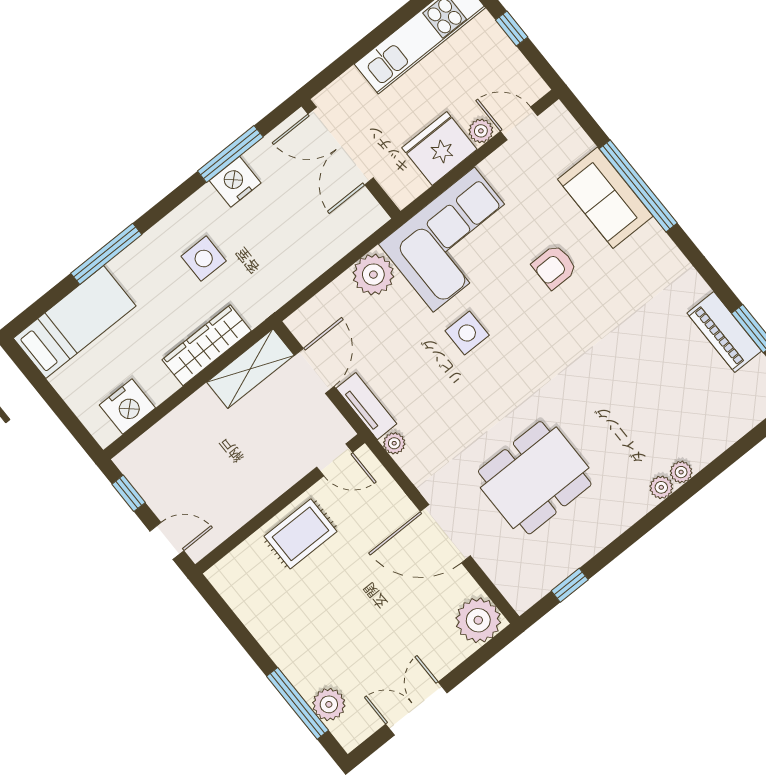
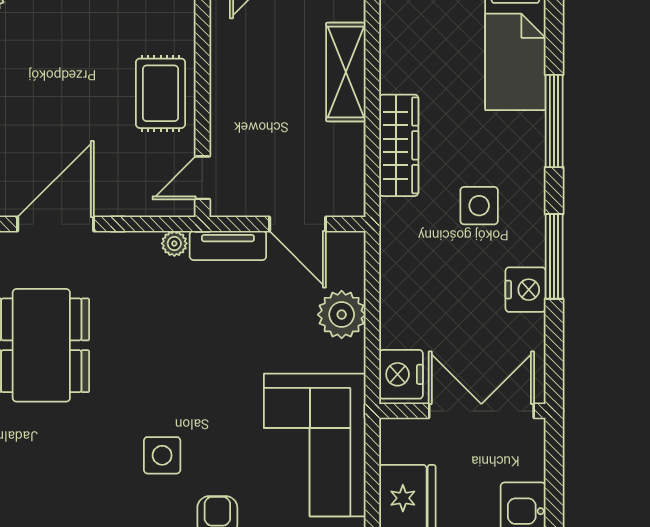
window: (230, 154) -> (554, 256), moved
plant: (373, 275) -> (342, 315), moved
side table: (467, 333) -> (162, 455), moved
shelving: (250, 369) -> (346, 72), moved
nightstand: (127, 406) -> (401, 374), moved

